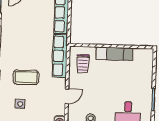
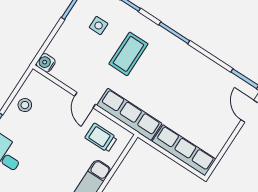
door: (67, 96) -> (85, 100), moved

